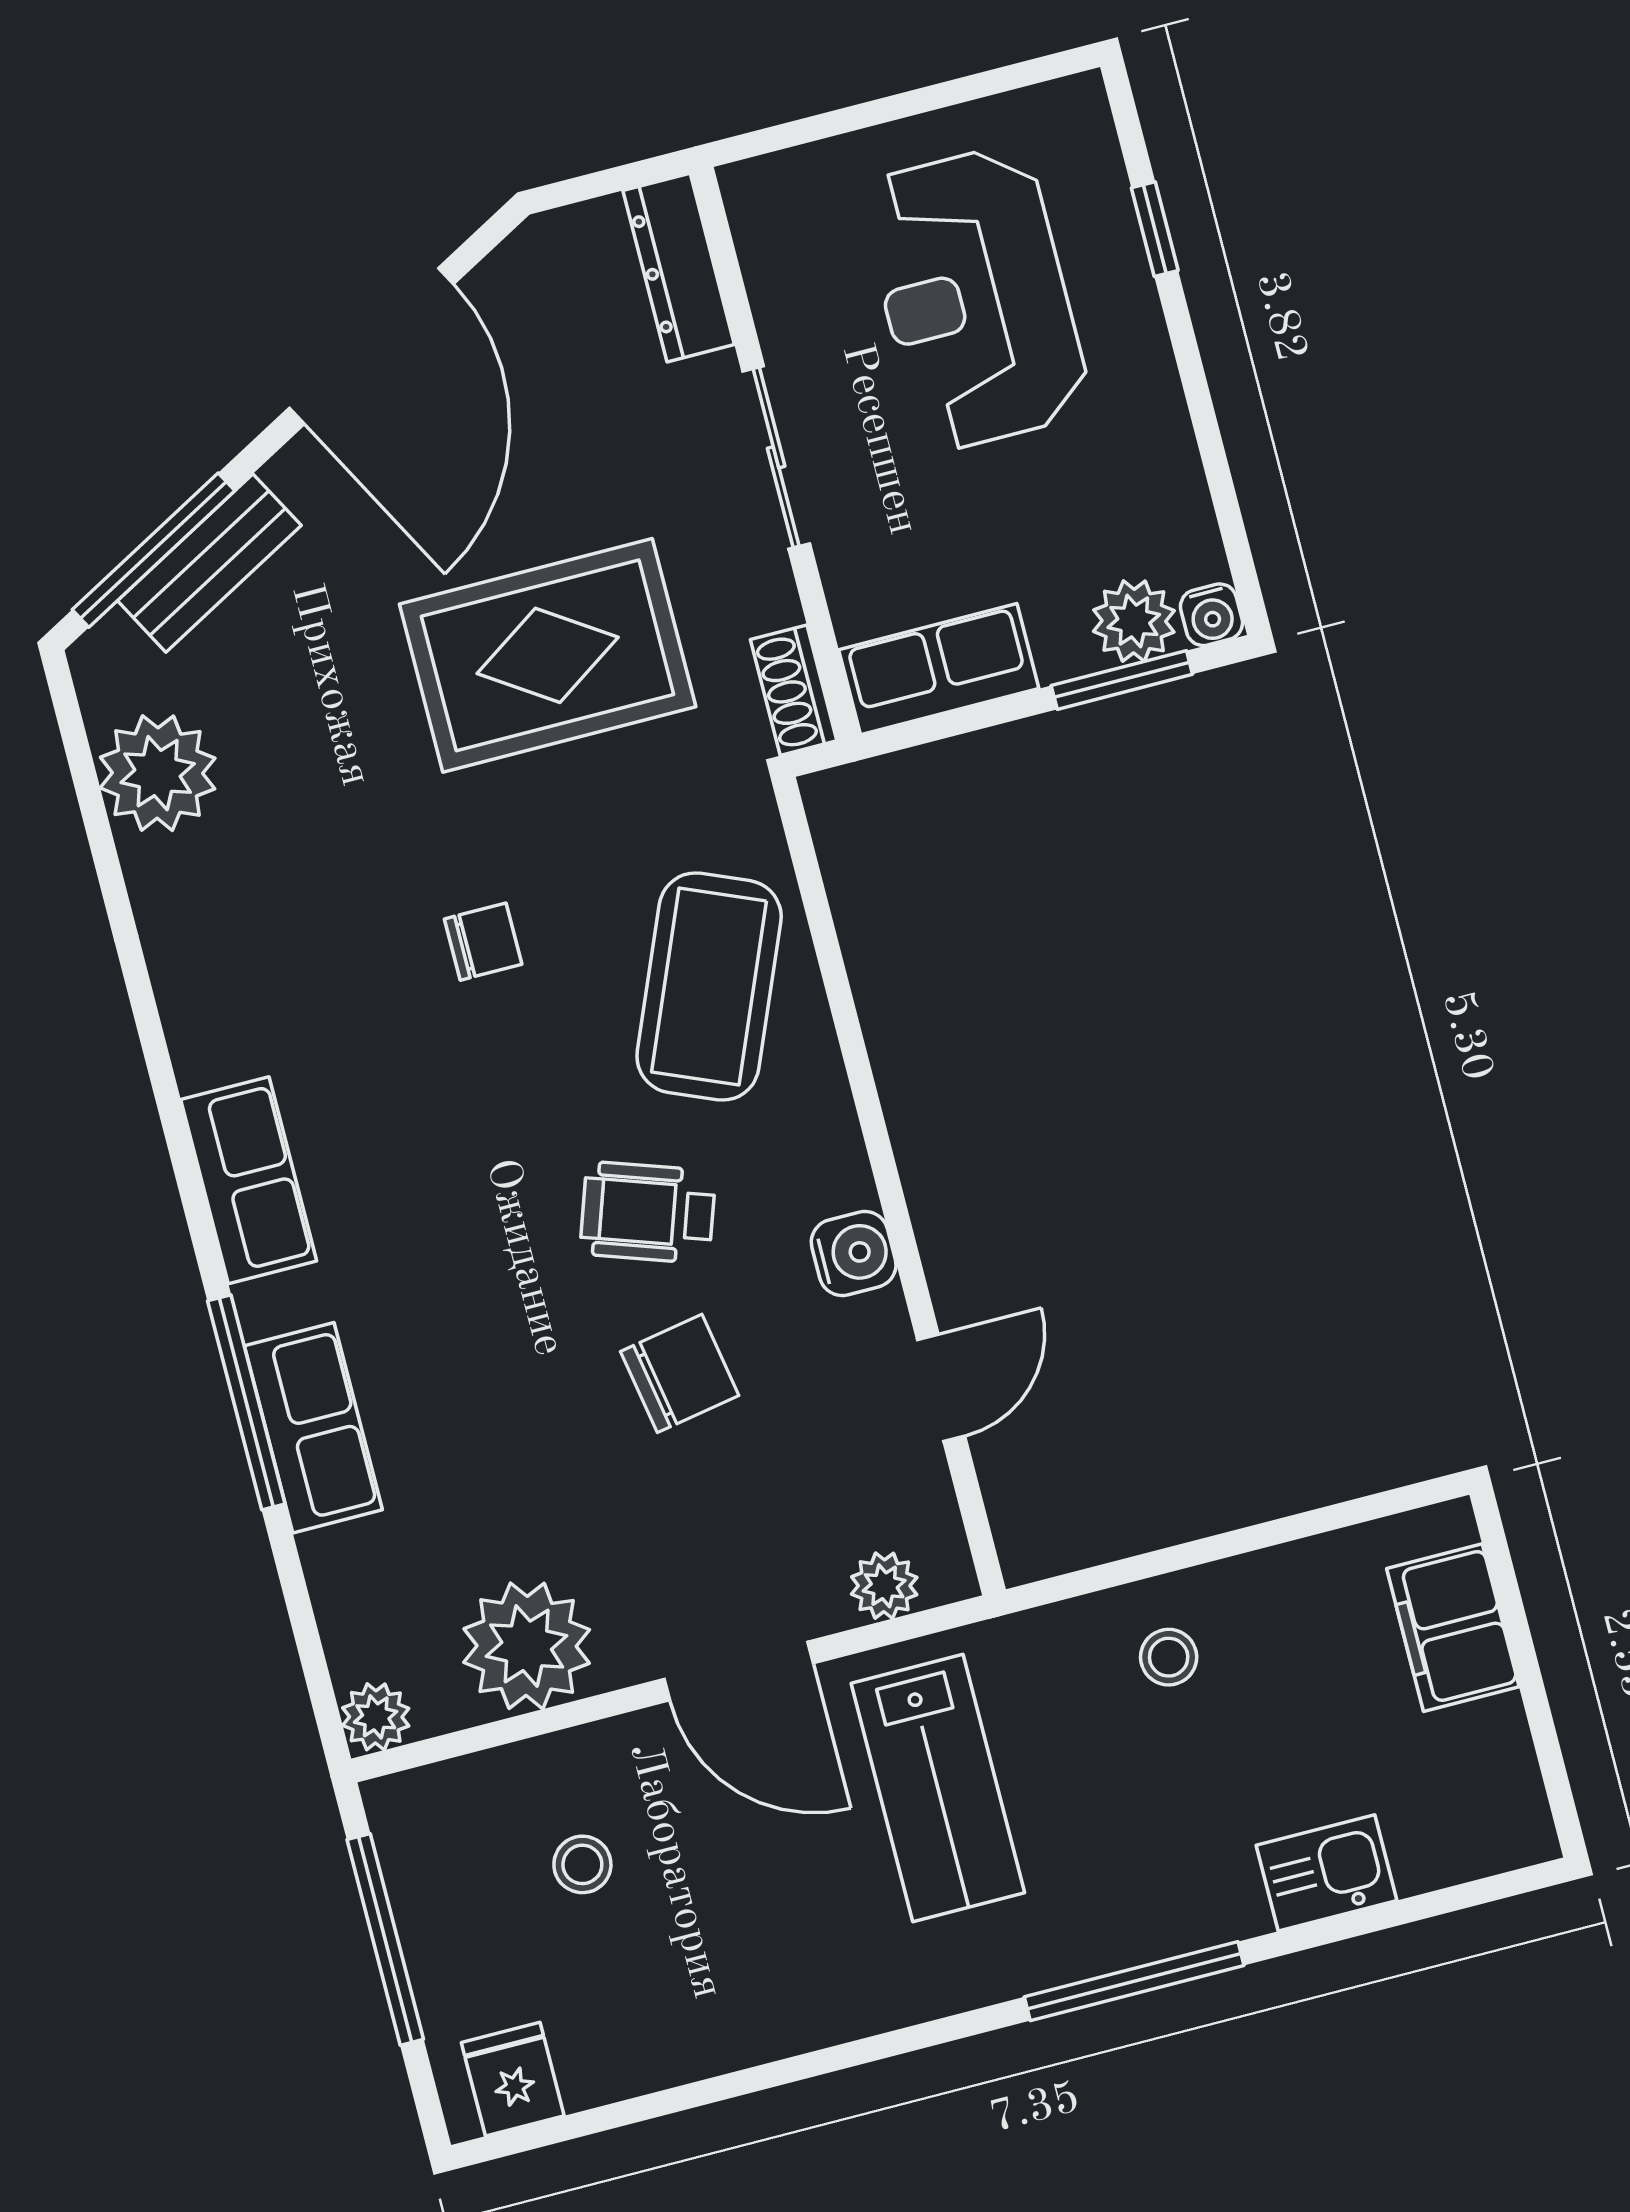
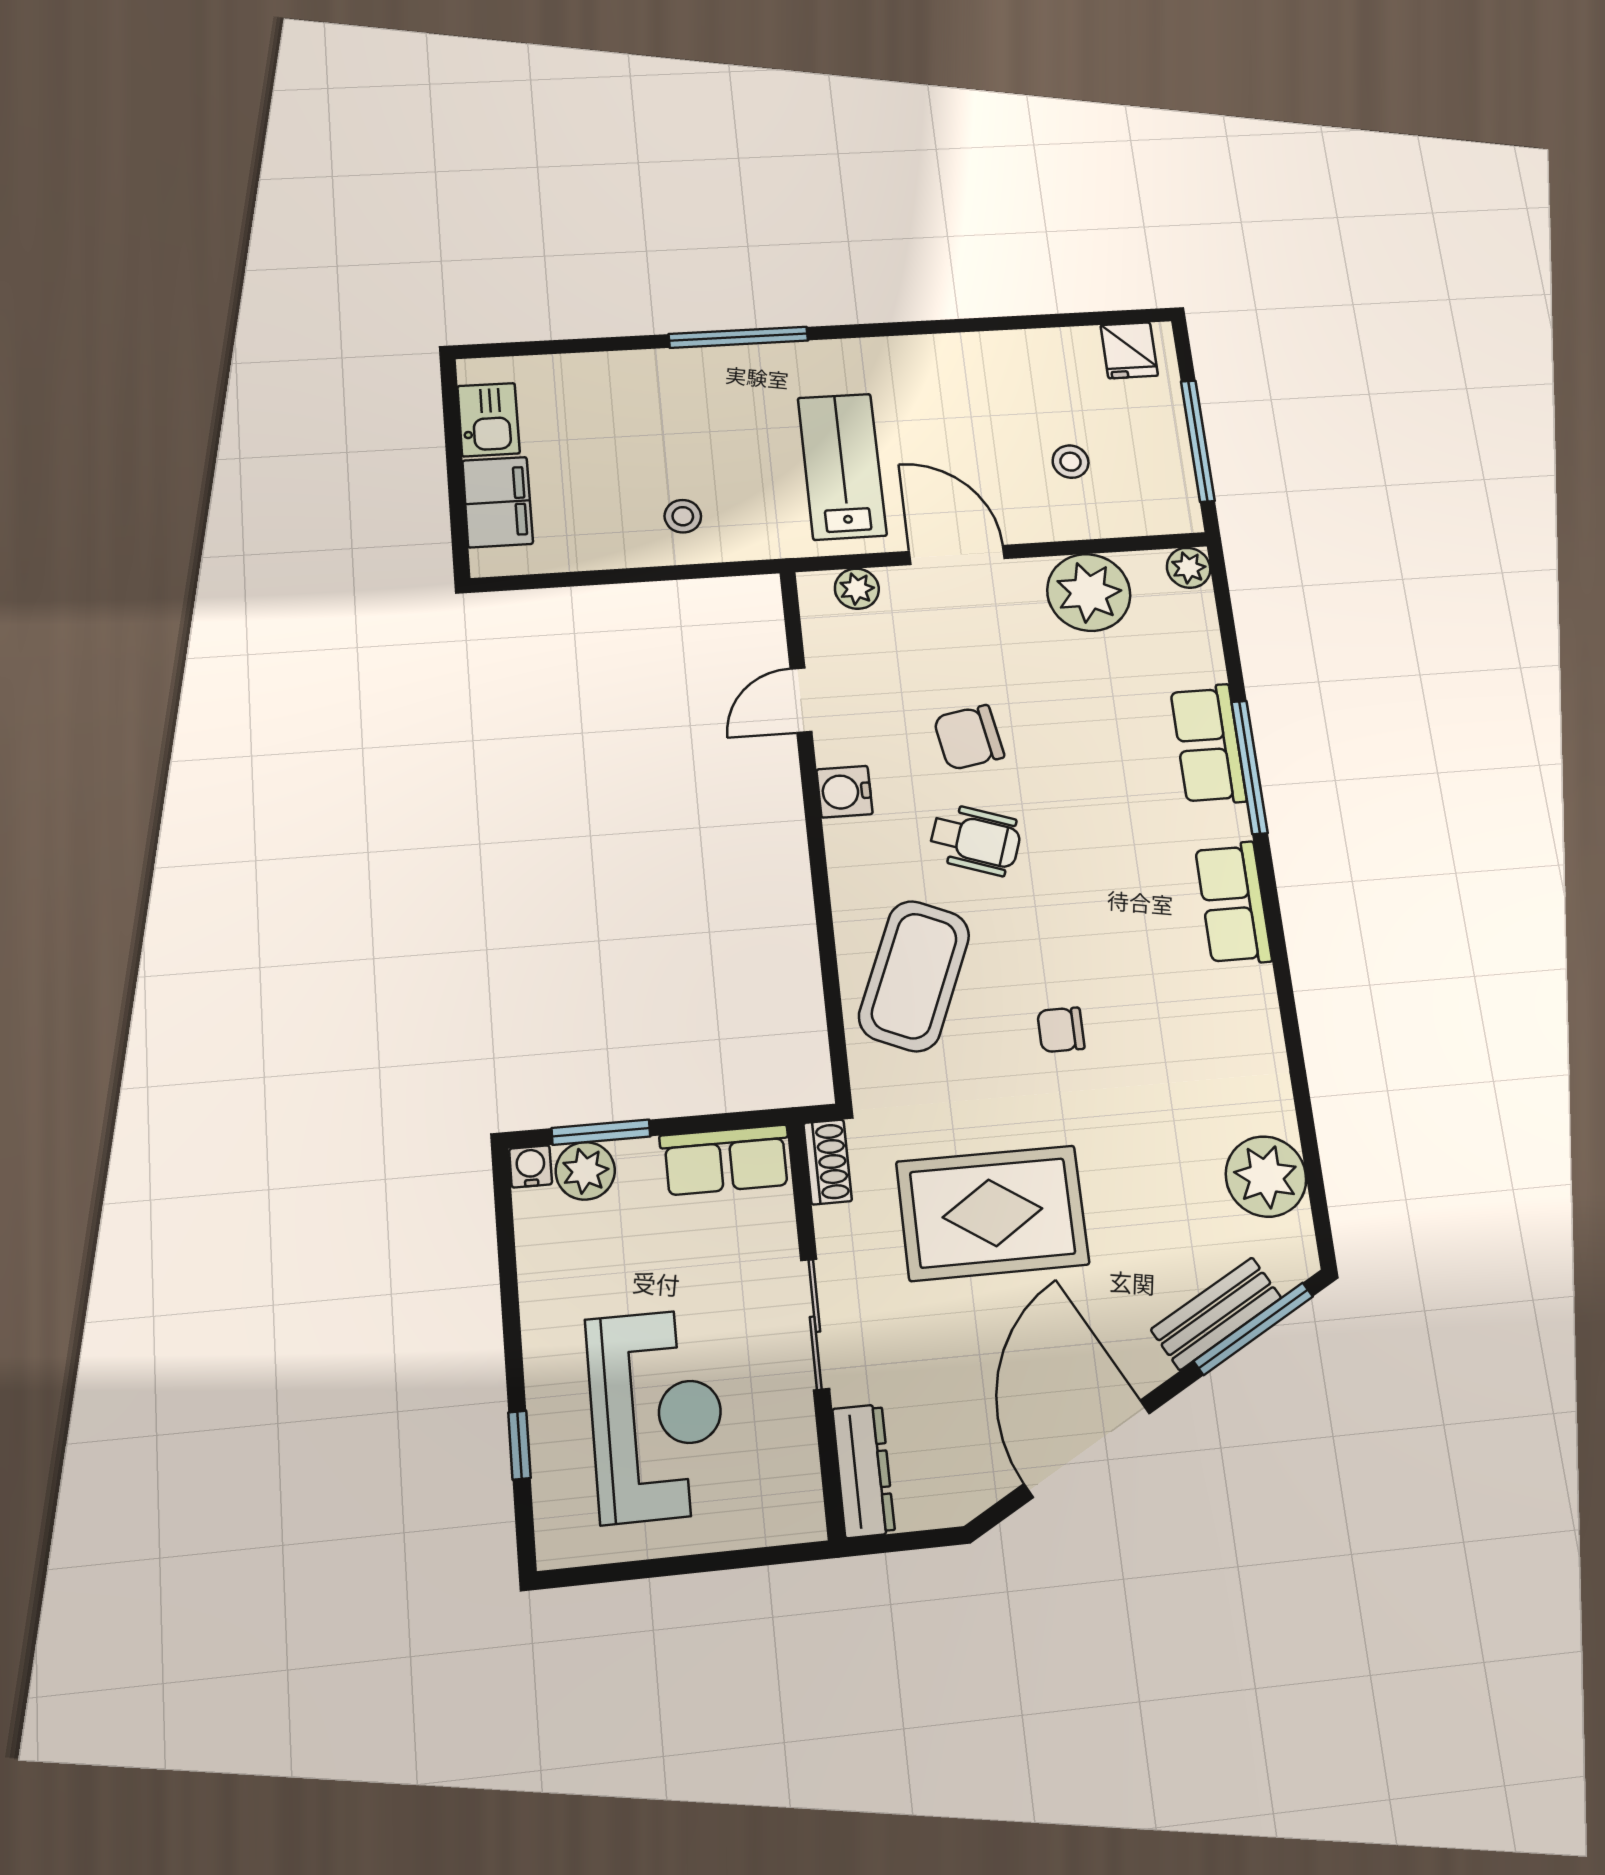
kitchen sink: (1327, 1873) -> (489, 420), moved, turned -90

